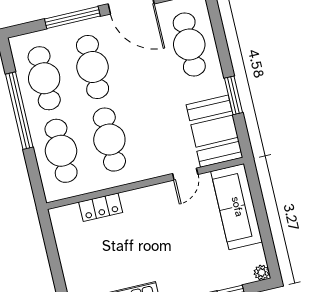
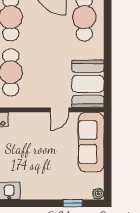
window: (233, 95) -> (108, 61), removed

